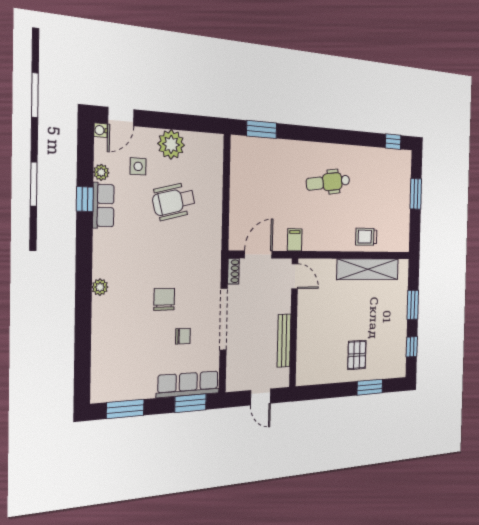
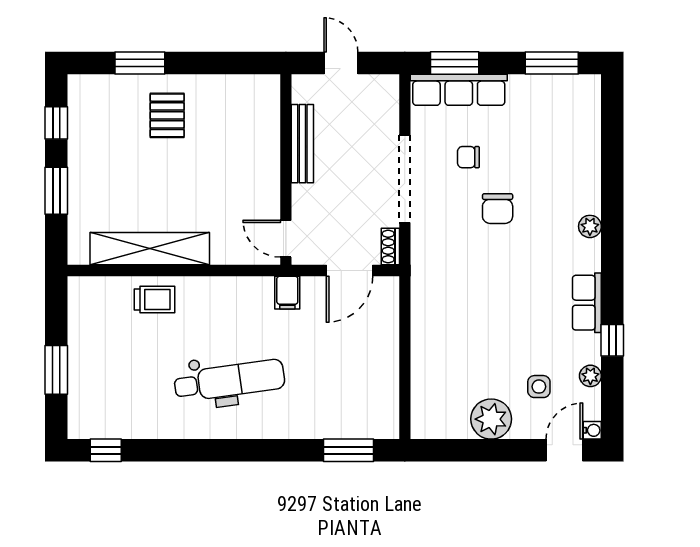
dental chair: (328, 182) -> (229, 381), width x1.36, depth x1.38
wheelchair: (174, 201) -> (486, 342), removed
row of seats: (103, 205) -> (587, 303), moved

